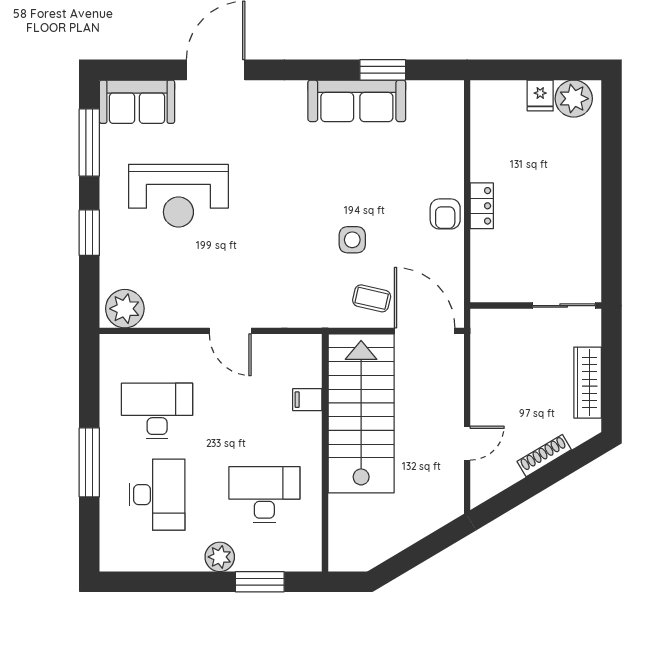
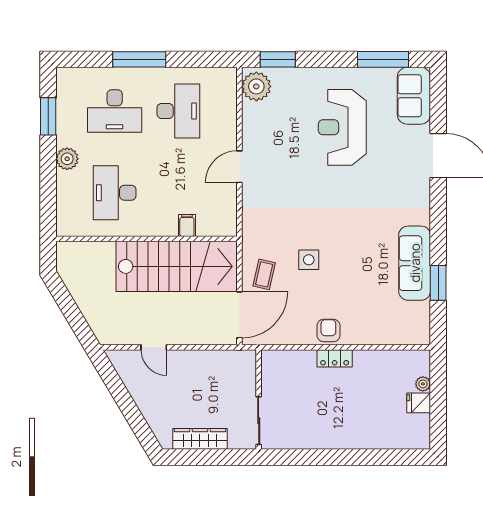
plant: (574, 99) -> (423, 384), moved, width x0.53, depth x0.53
armchair: (445, 214) -> (328, 330), turned 90
window: (89, 233) -> (278, 59), moved
shoe rack: (544, 456) -> (144, 406), removed
desk: (264, 495) -> (115, 193), turned 180
window: (260, 582) -> (48, 116), moved

